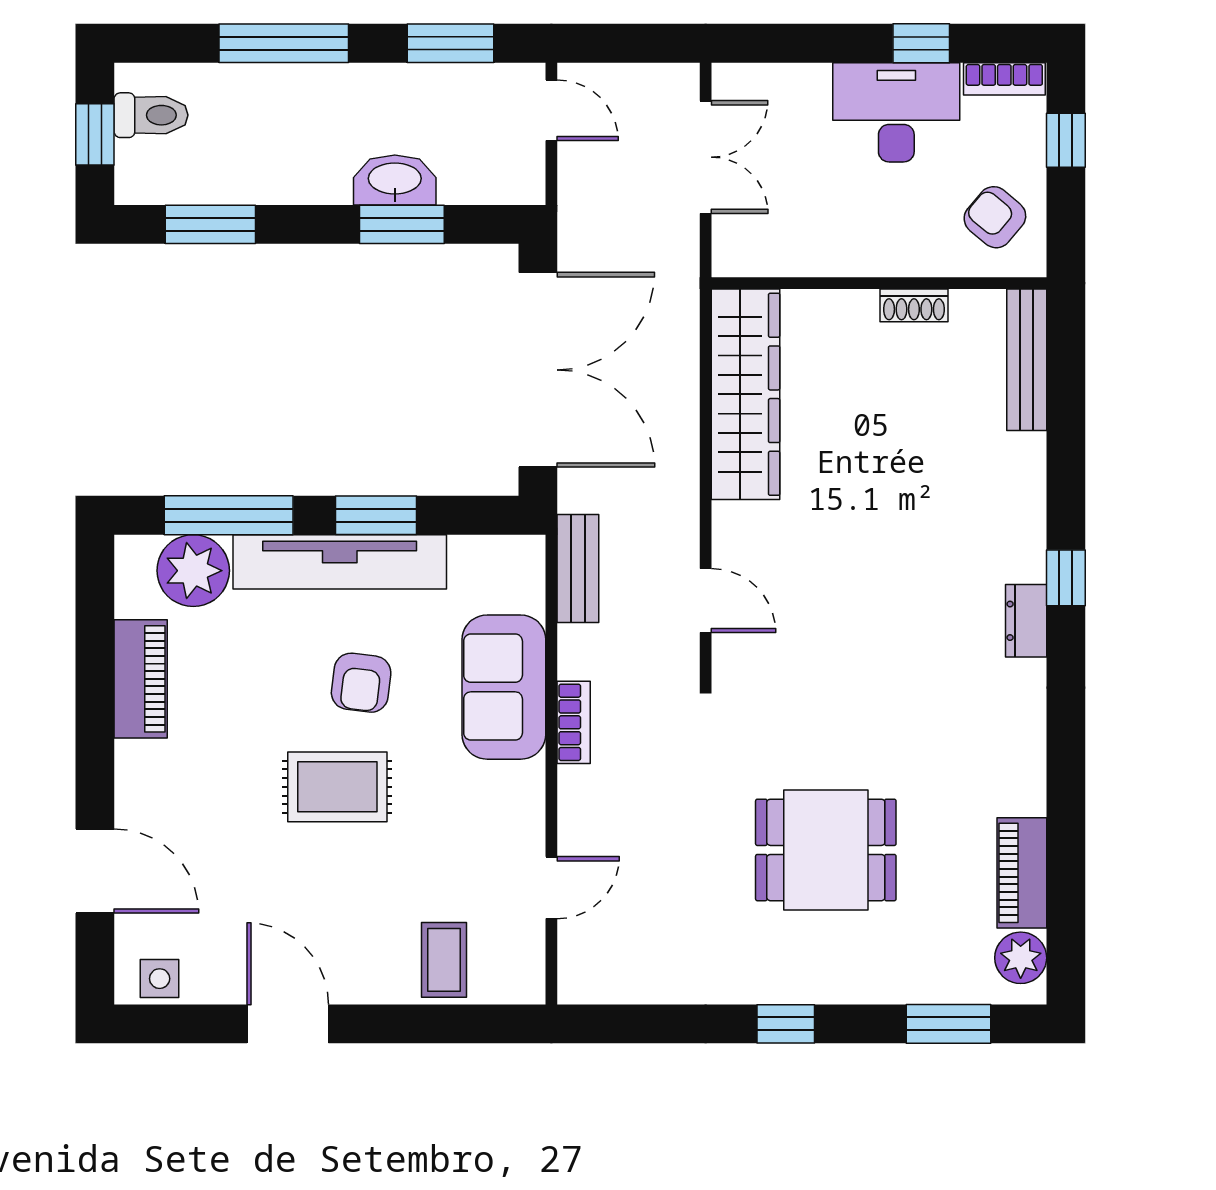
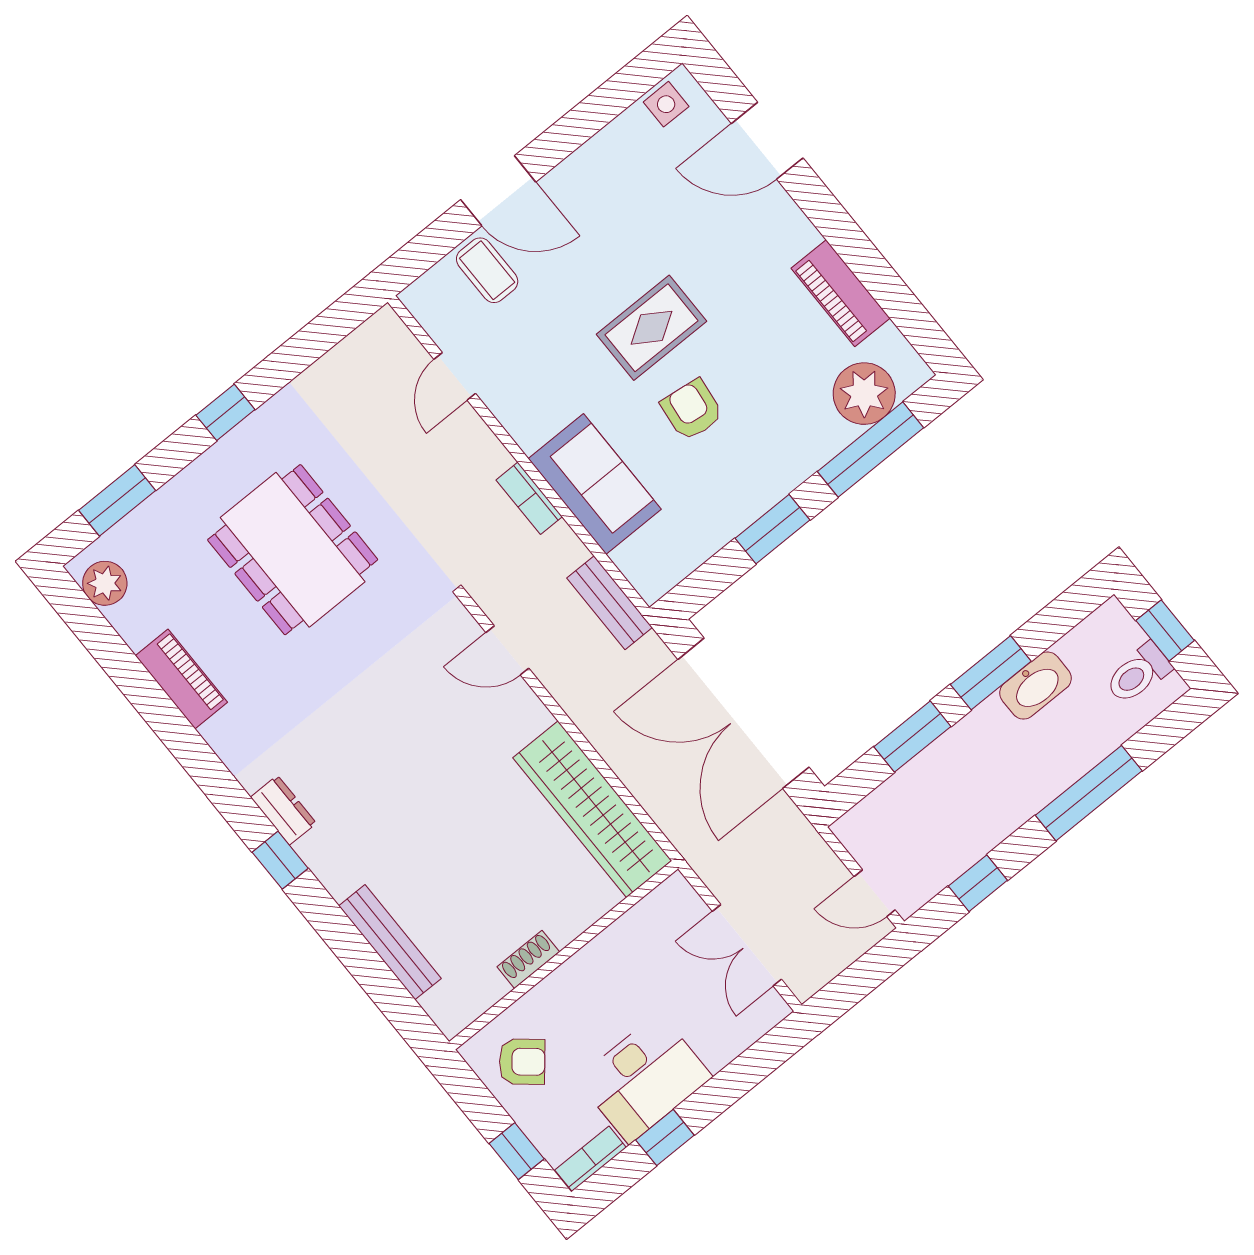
window: (451, 43) -> (978, 883), width x0.67
washbasin: (395, 180) -> (1035, 686), moved
window: (210, 224) -> (991, 673), moved
bench: (1027, 360) -> (390, 942), moved
tv unit: (340, 562) -> (771, 479), removed
dining table: (826, 850) -> (293, 550), width x1.38
piano: (1022, 873) -> (181, 679), moved
door: (288, 1024) -> (498, 191), moved

